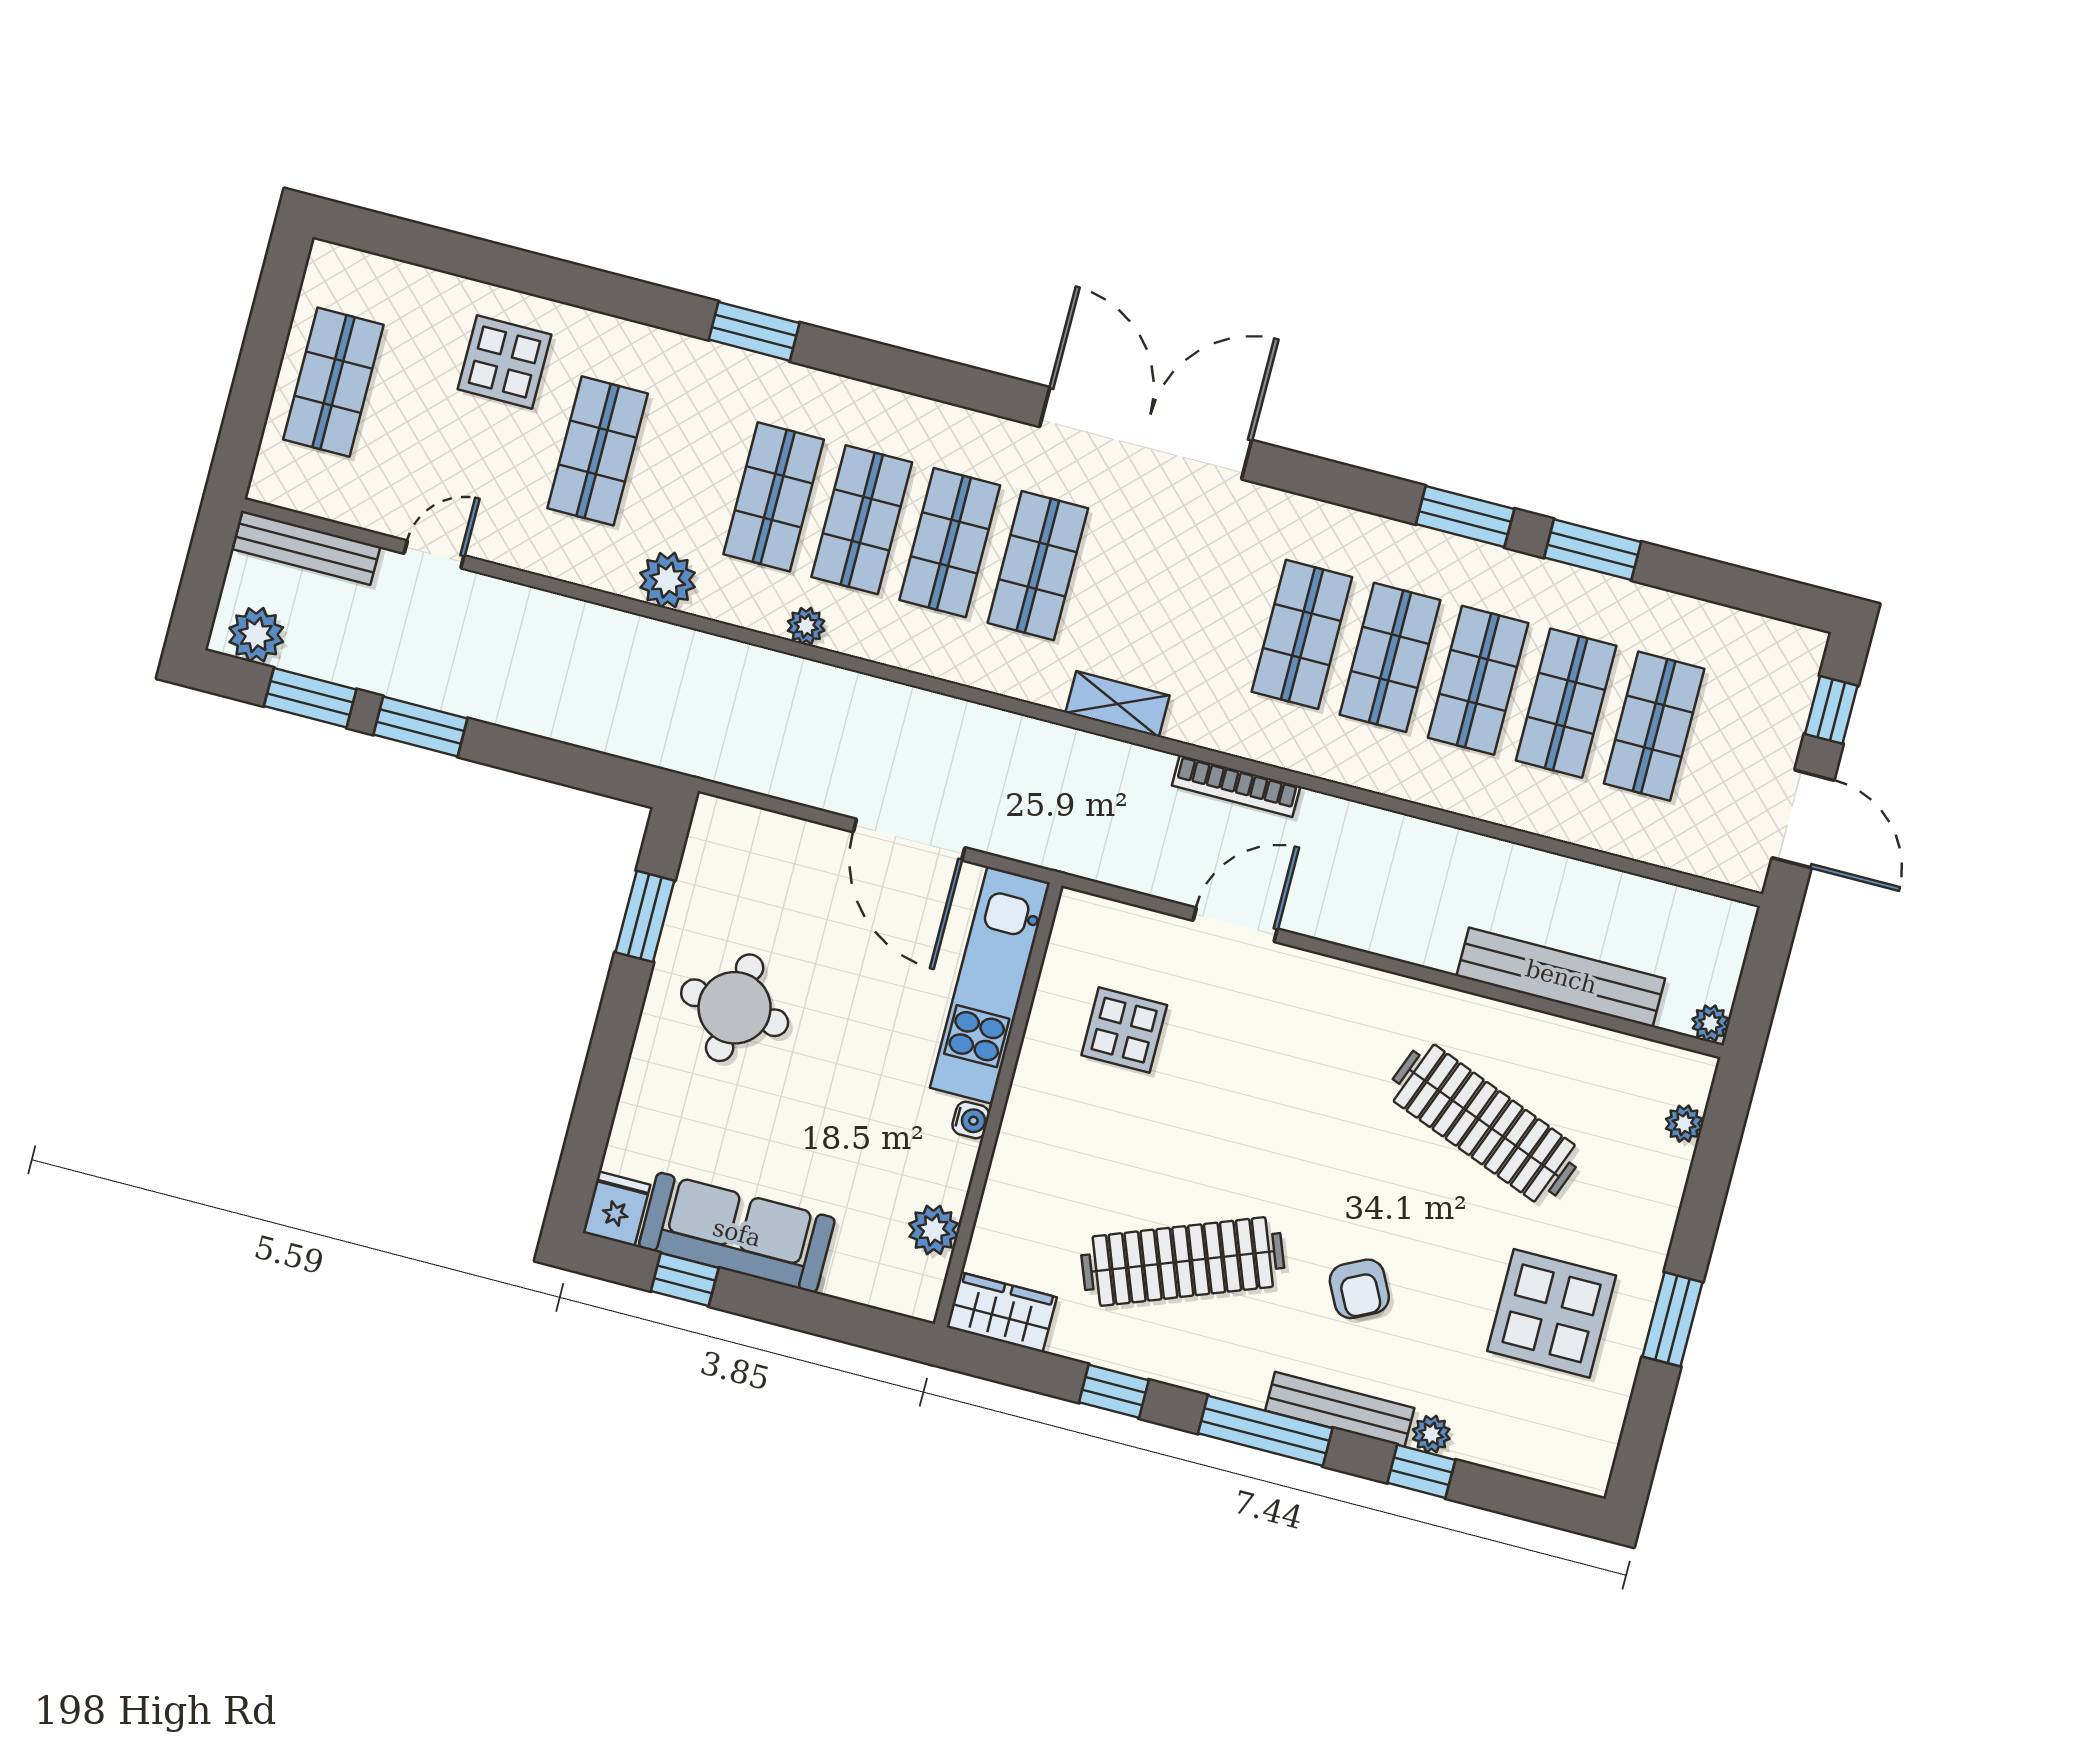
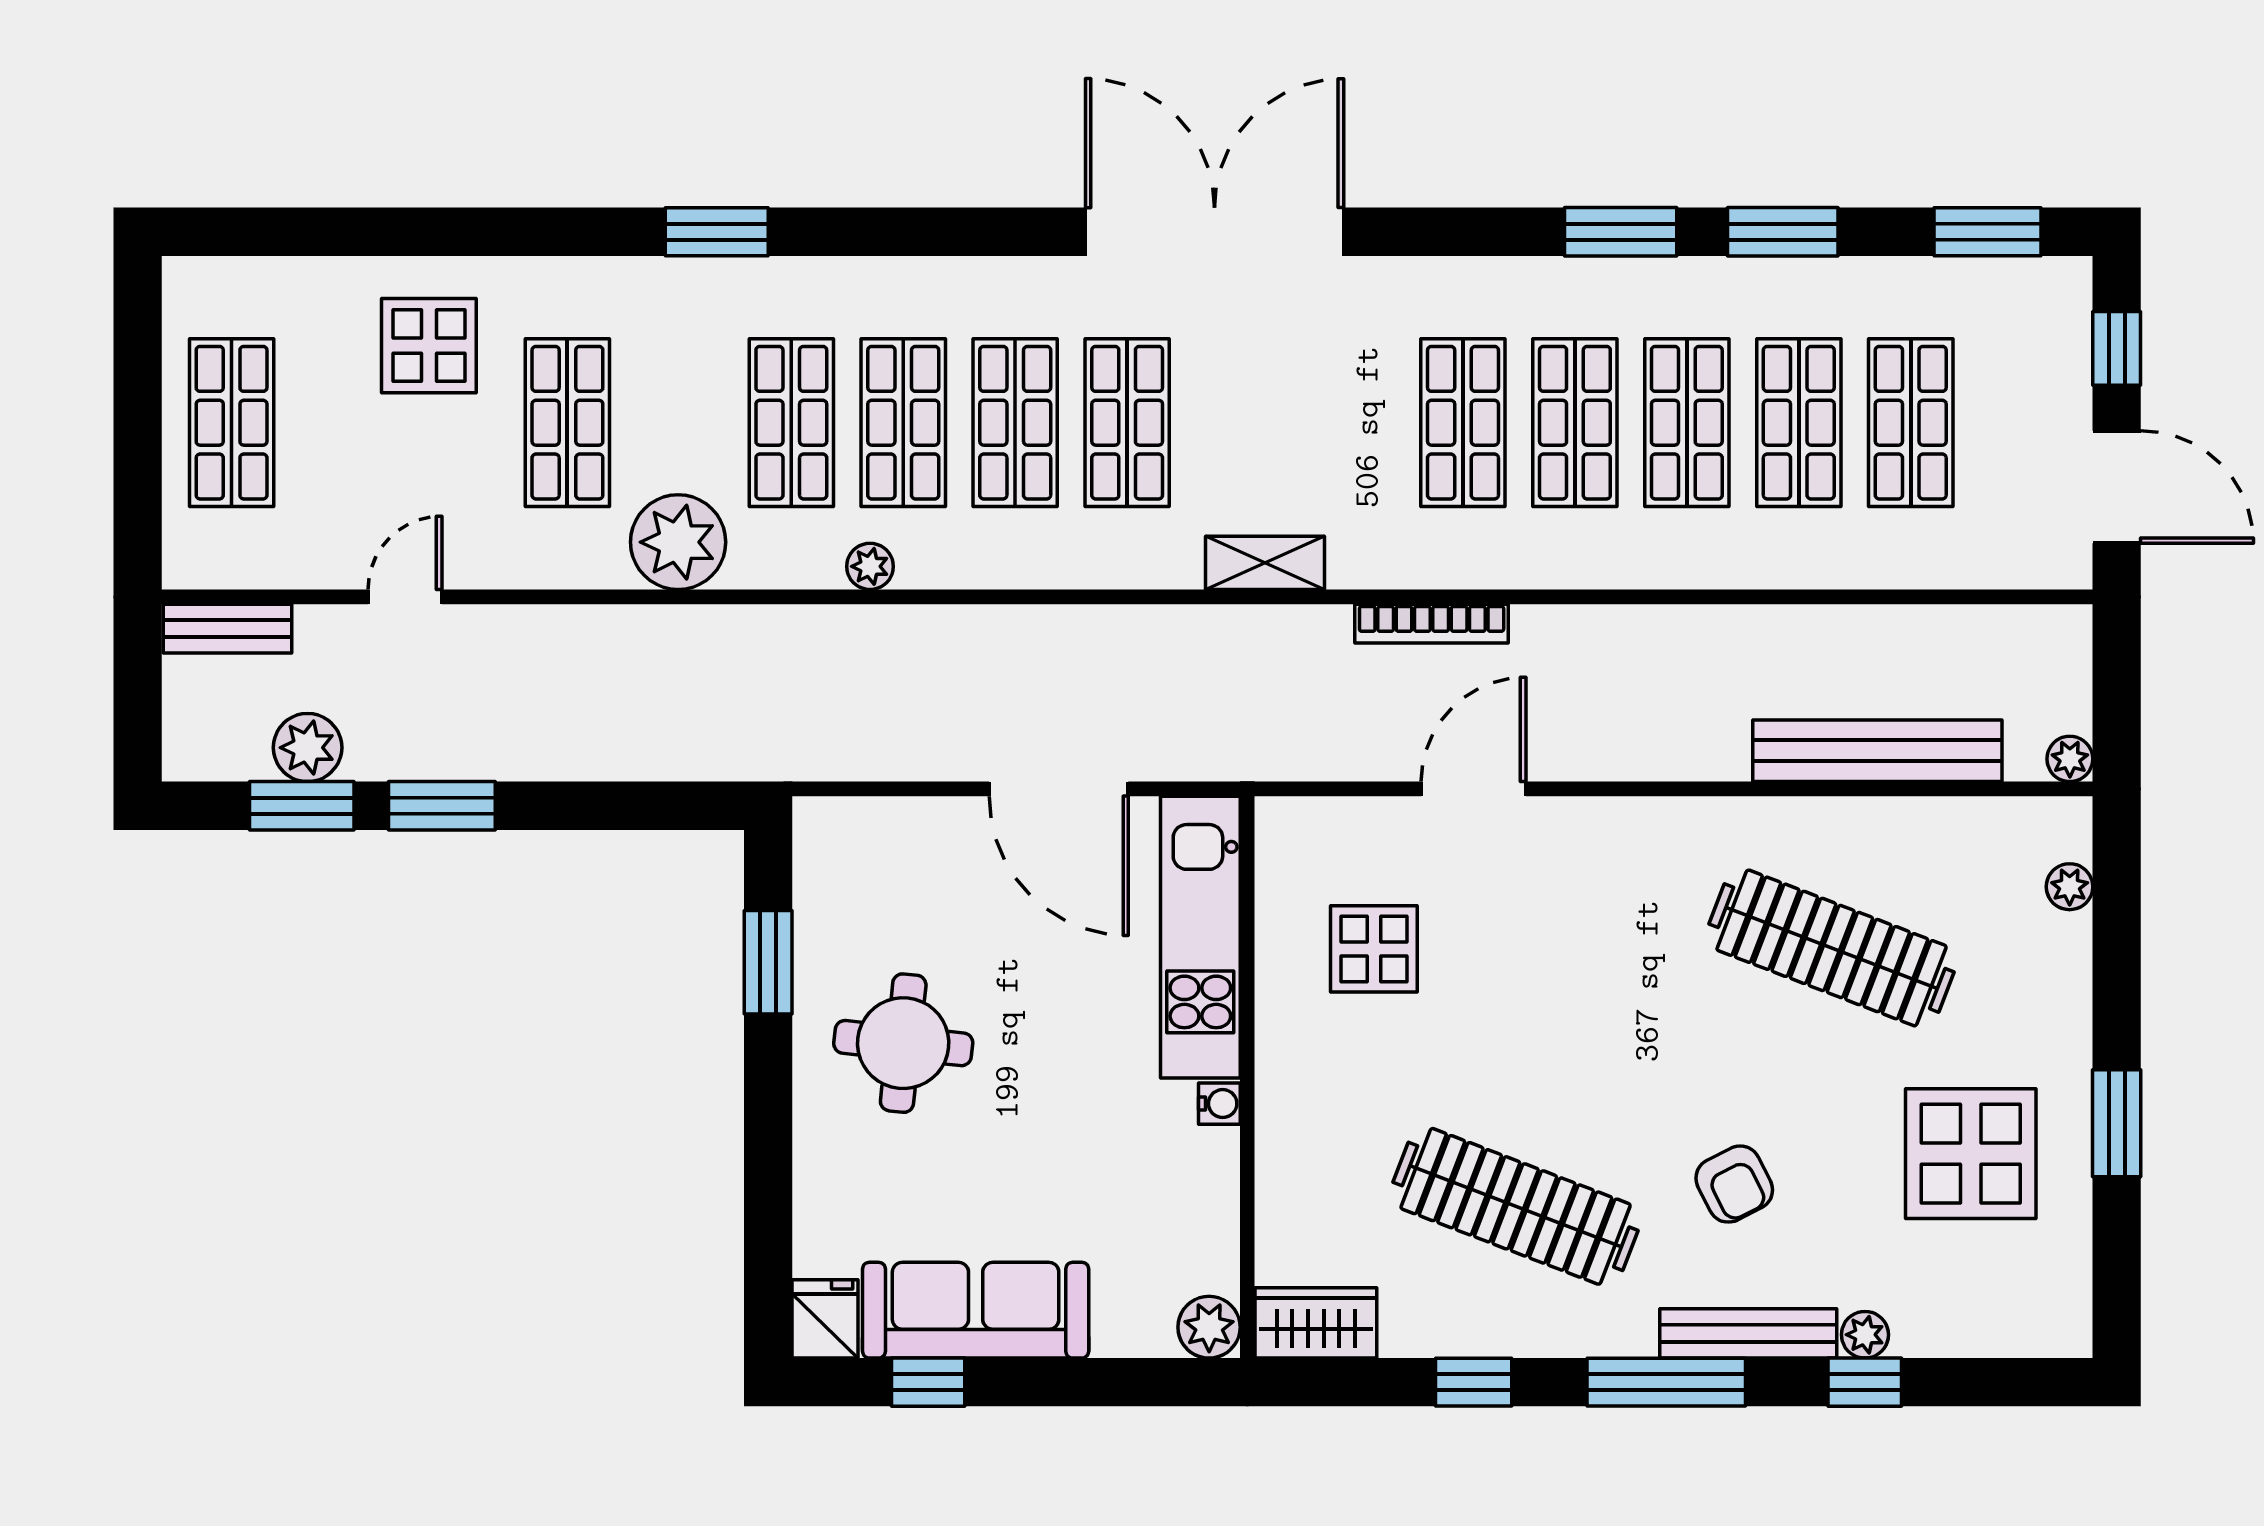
bench: (306, 548) -> (227, 629), width x0.73
plant: (668, 580) -> (678, 542), width x1.36, depth x1.36
window: (1754, 592) -> (1988, 232), added
plant: (256, 635) -> (308, 748), moved
plant: (934, 1230) -> (1209, 1327), moved
clothes rail: (1183, 1262) -> (1516, 1206), turned 42

